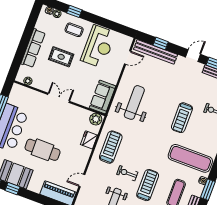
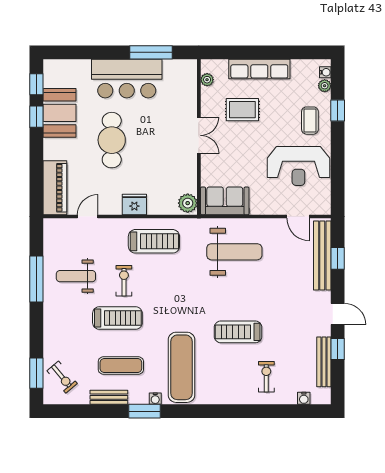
rug: (61, 57) -> (242, 110), moved, turned 90
fridge: (89, 140) -> (134, 204), moved
door: (82, 180) -> (88, 217), hinge flipped

